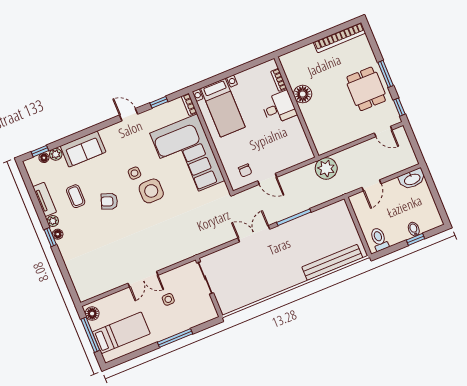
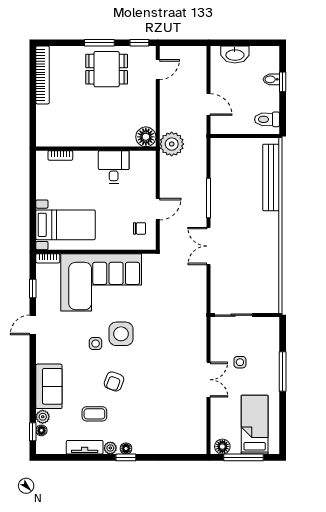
floor lamp: (303, 94) -> (146, 137), moved
desk: (279, 108) -> (114, 167), moved
washbasin: (412, 179) -> (235, 55), moved, turned 90

